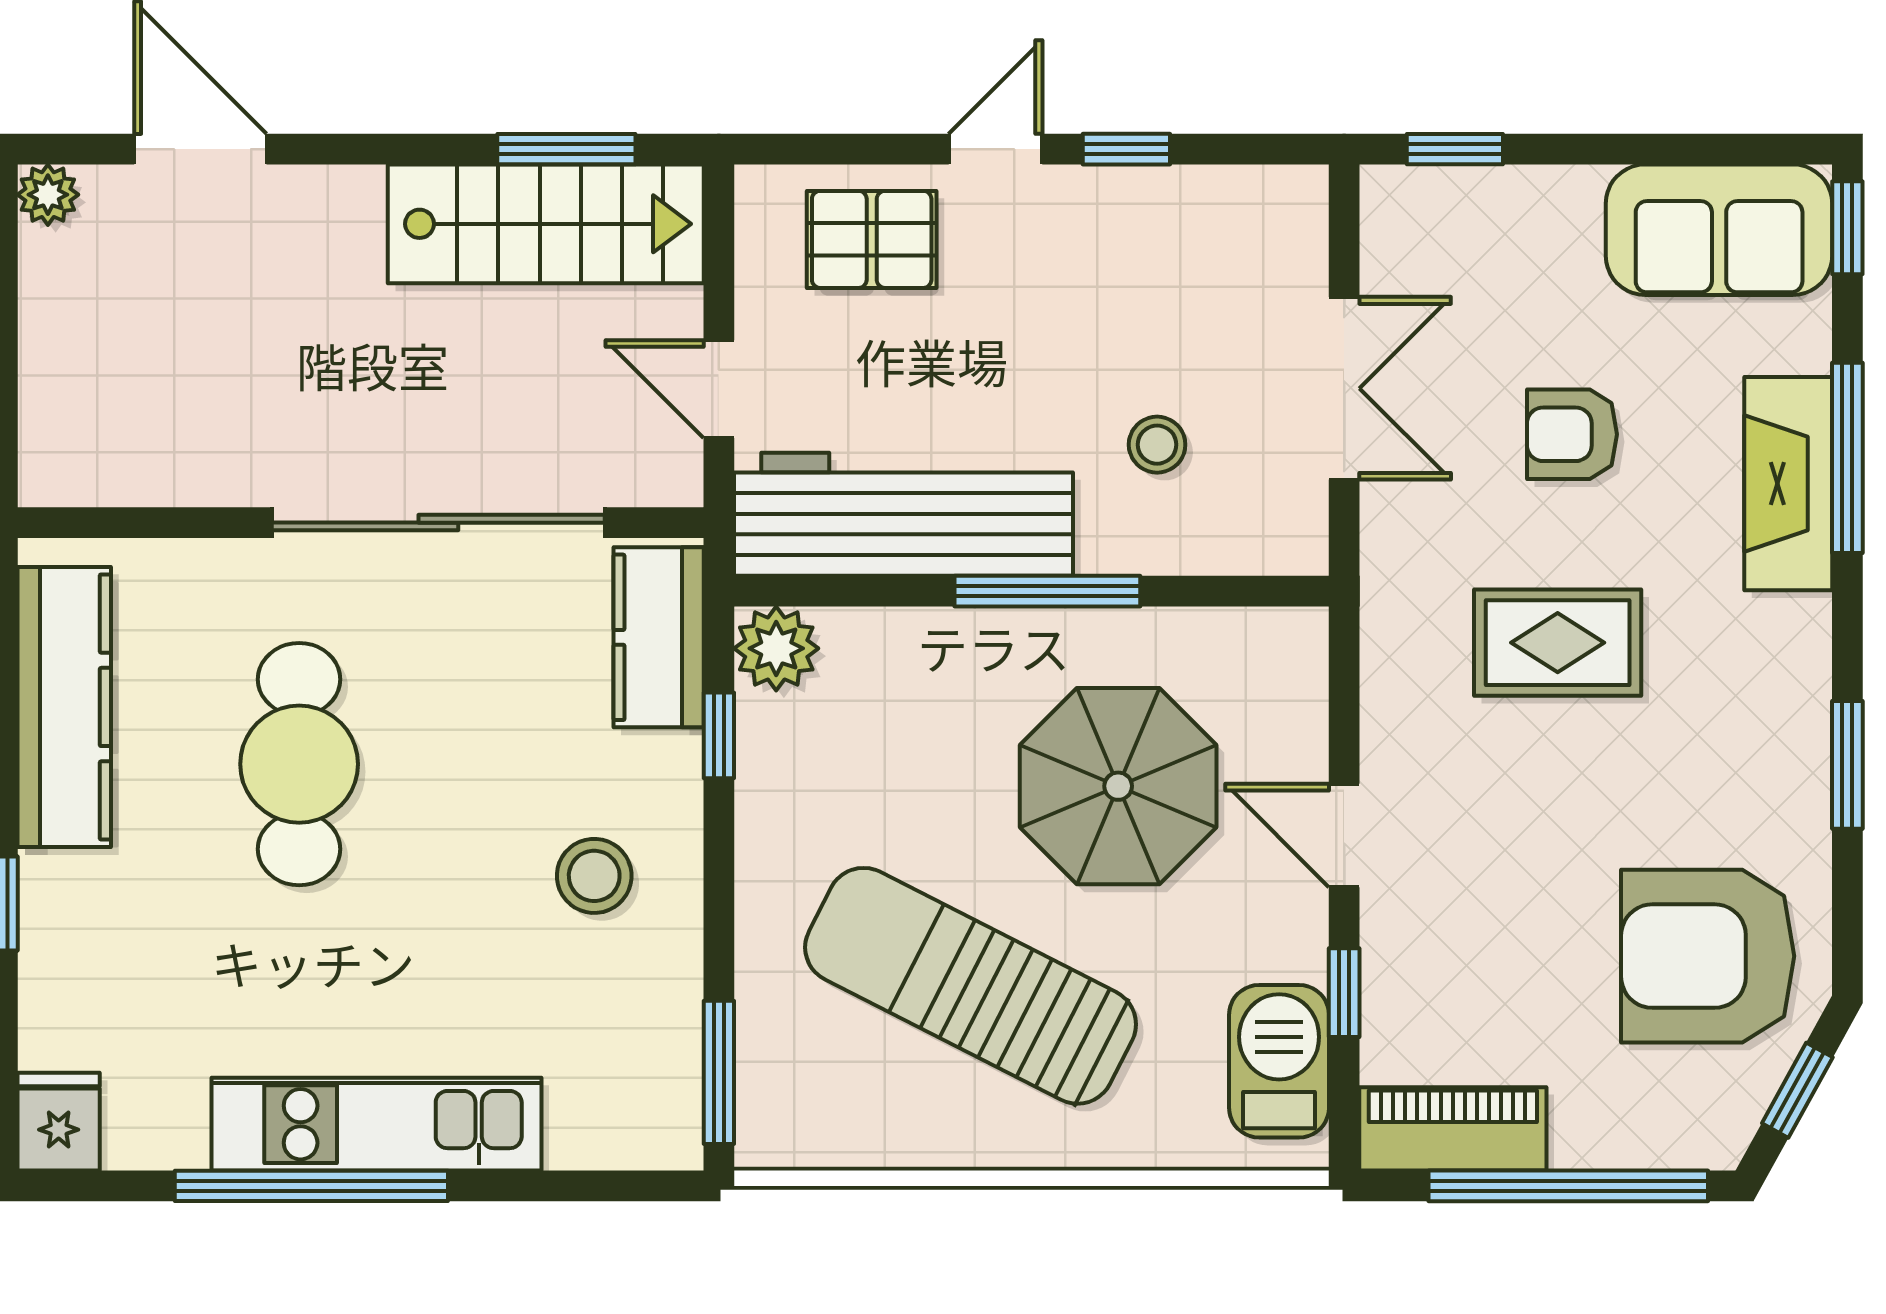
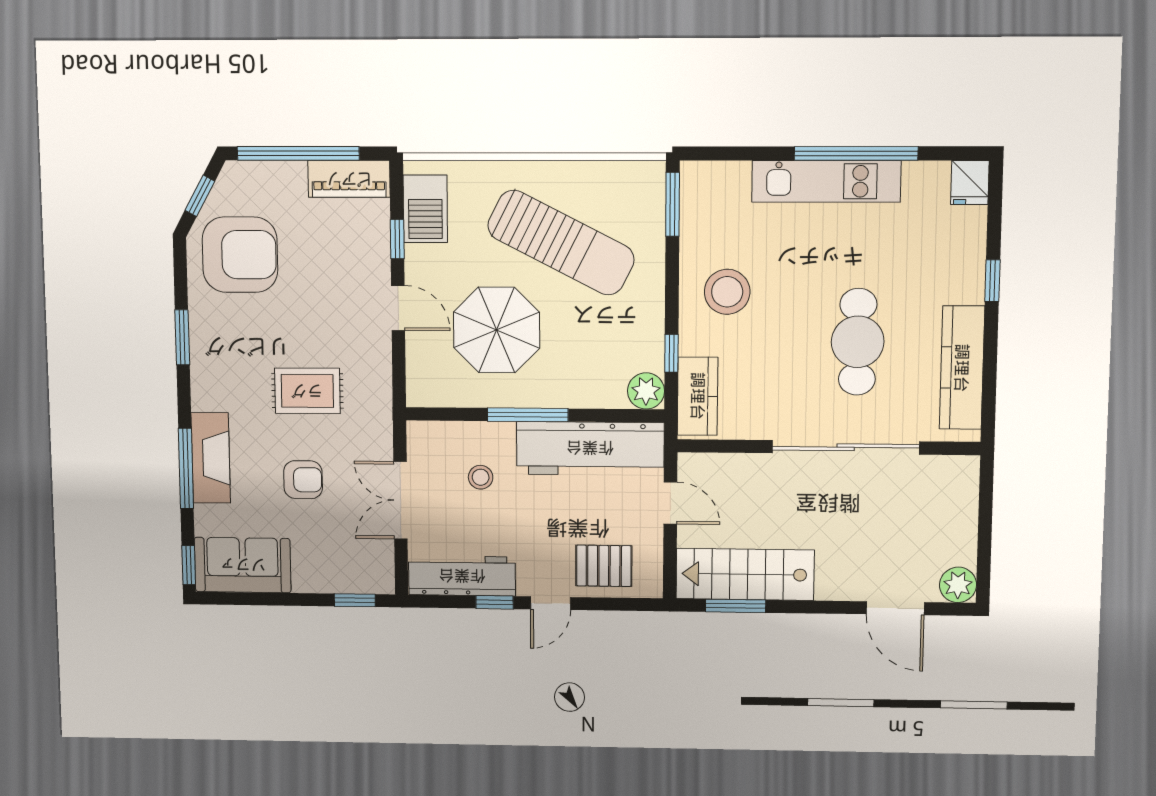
plant: (48, 195) -> (958, 585), width x1.38, depth x1.38
workbench: (1202, 211) -> (462, 576), added
sliding door: (438, 523) -> (846, 447), moved
stool: (594, 876) -> (727, 292), width x1.38, depth x1.38

